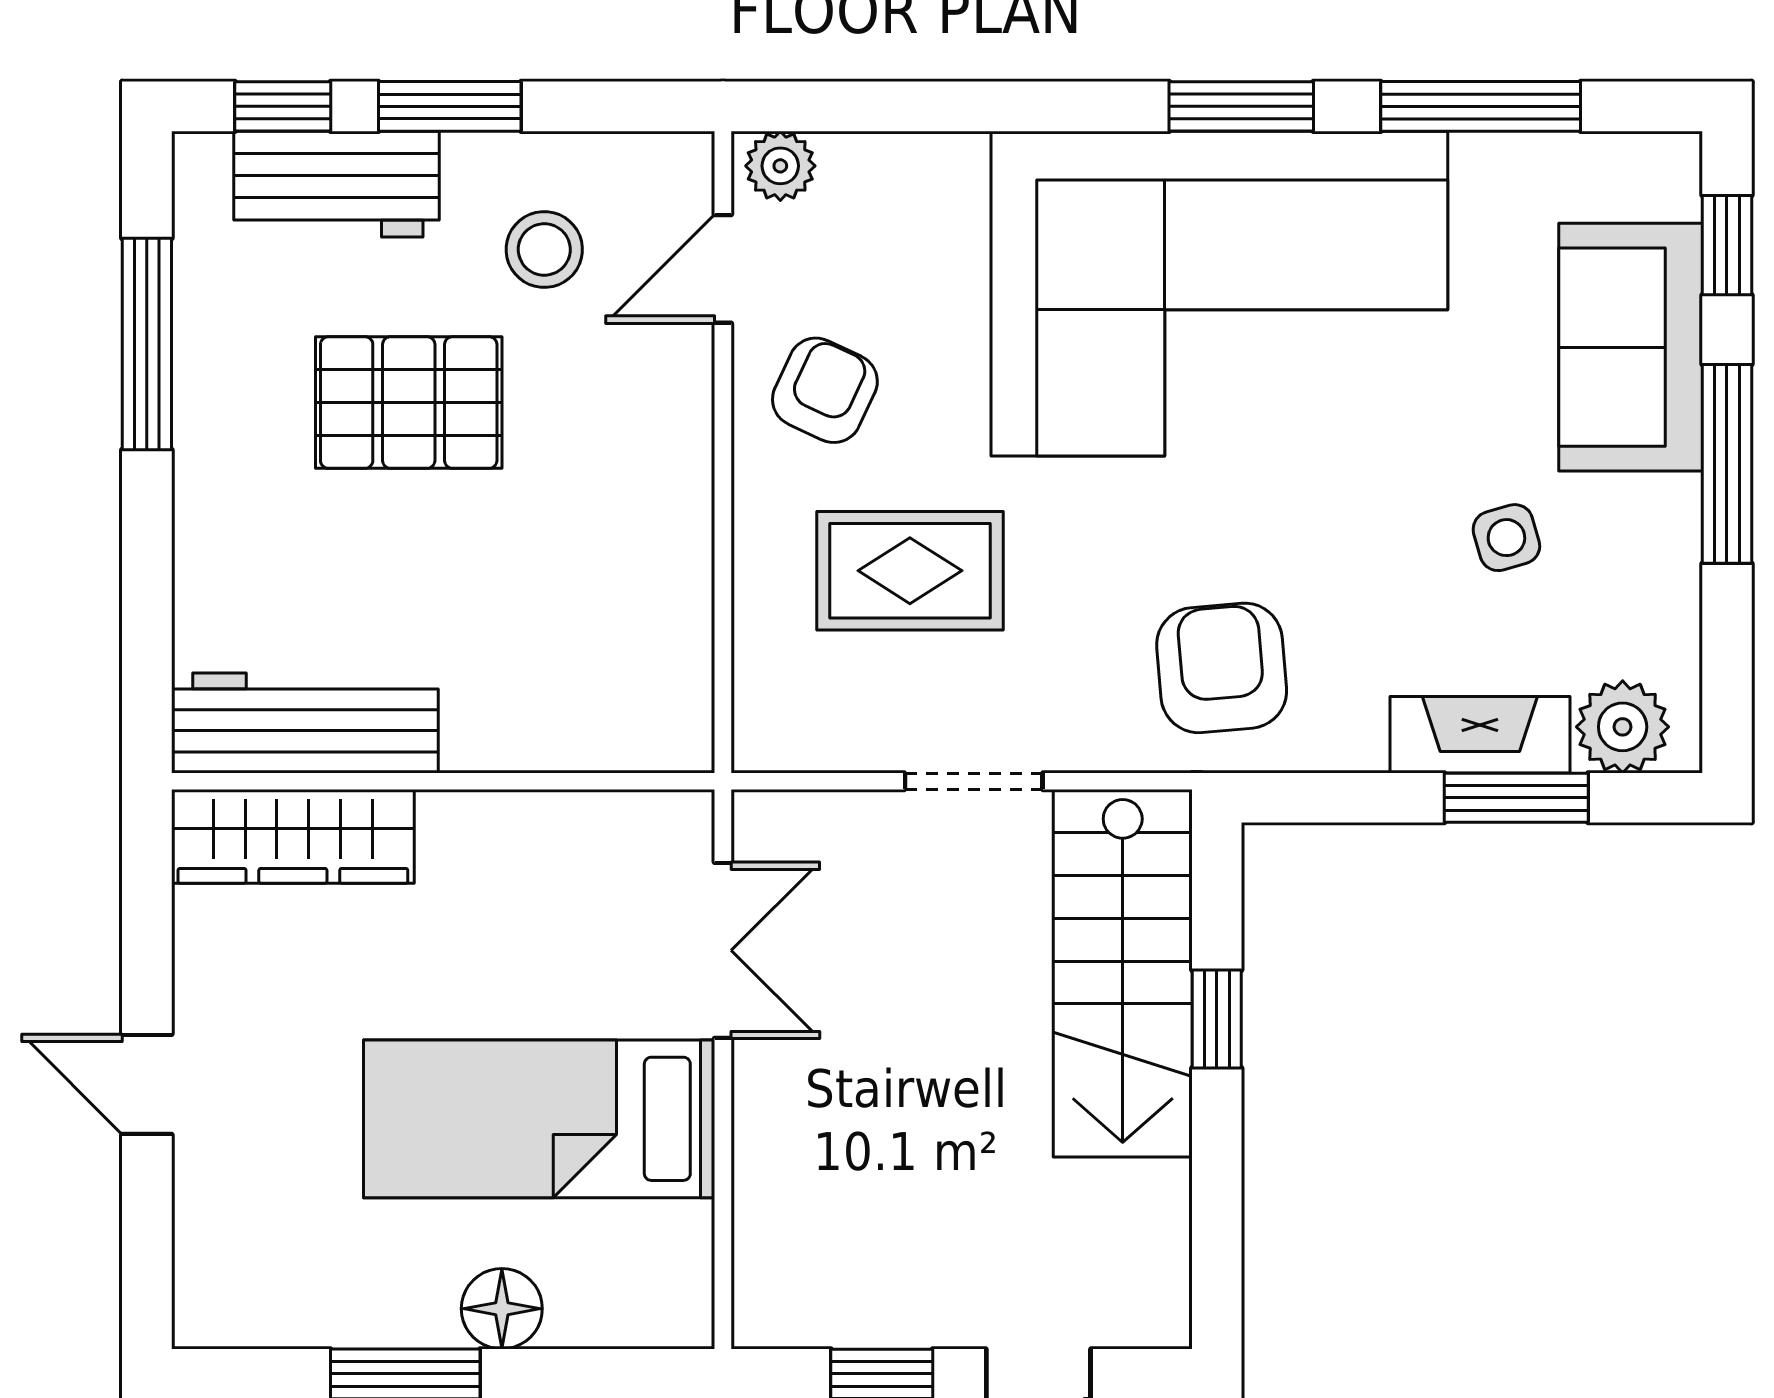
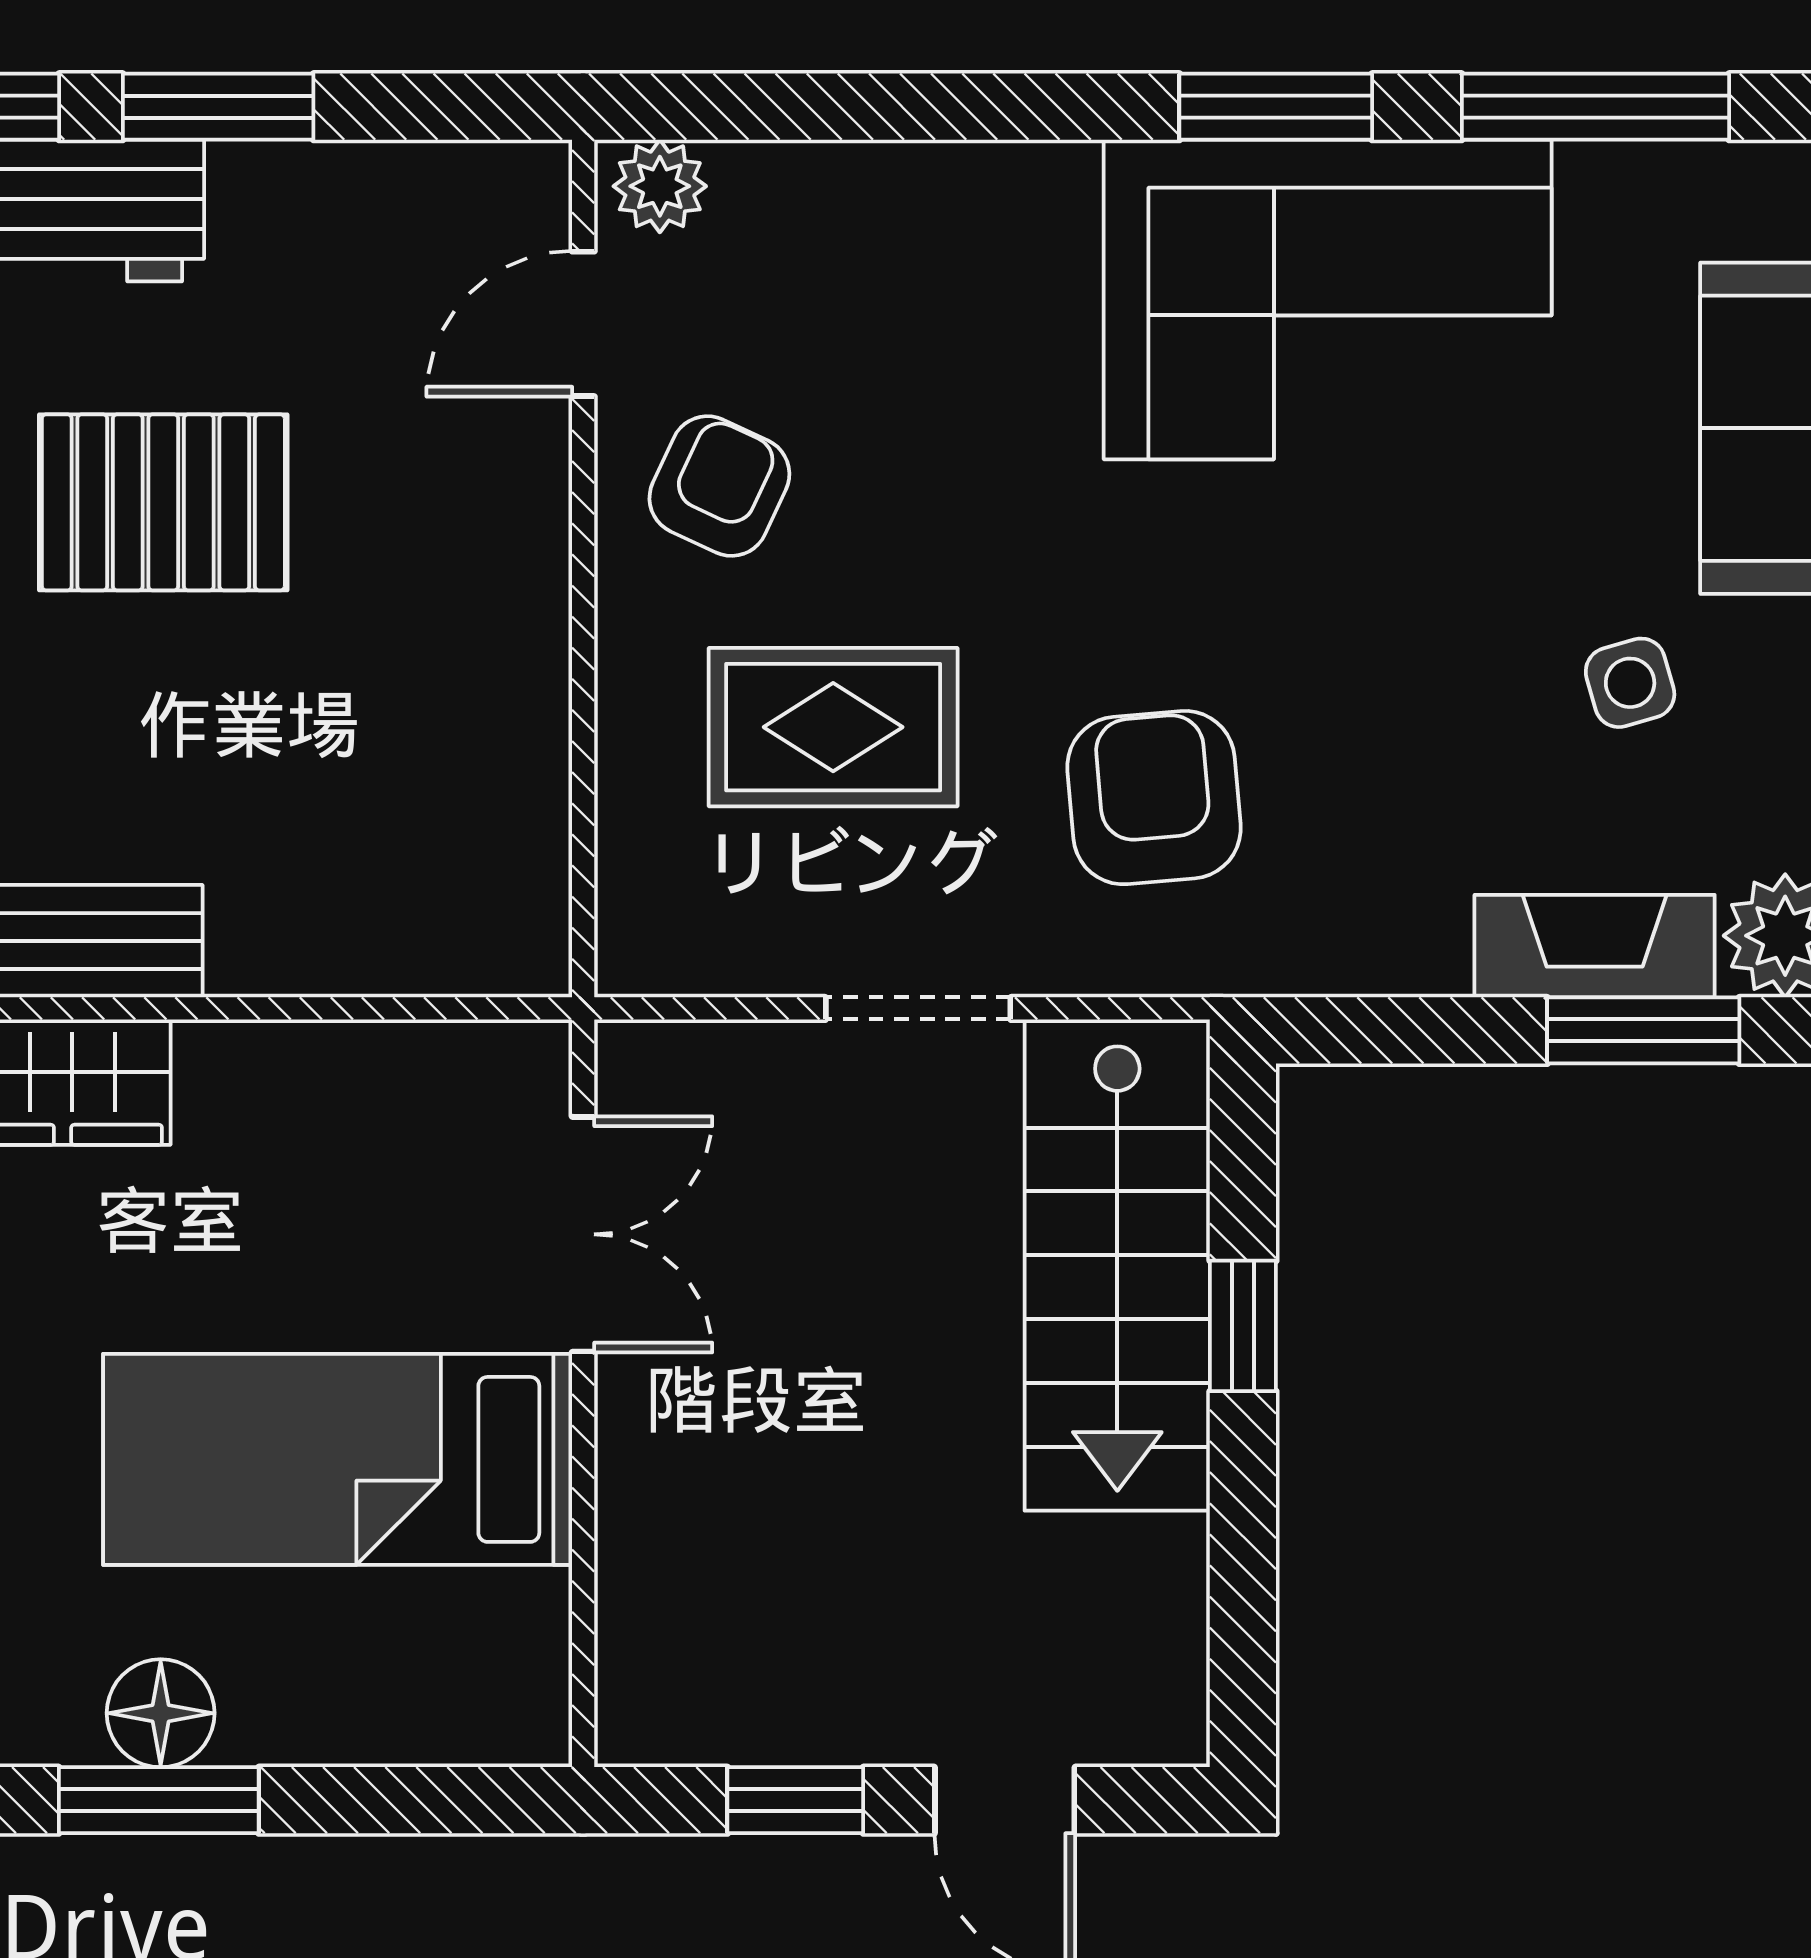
stool: (544, 249) -> (344, 298), removed
corner sofa: (1219, 294) -> (1328, 300), width x0.73, depth x0.74
armchair: (1222, 668) -> (1154, 798), moved
floor lamp: (502, 1309) -> (161, 1713), moved

